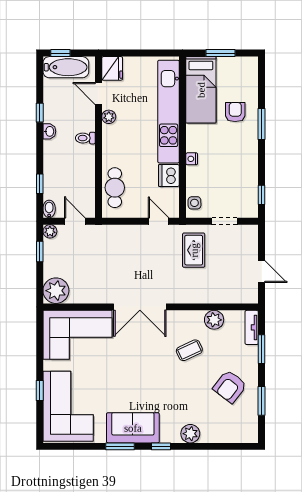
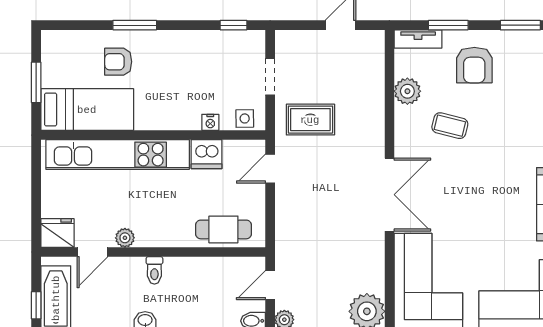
nightstand: (192, 159) -> (210, 122), moved
coffee table: (189, 350) -> (450, 126), turned -51
armchair: (230, 387) -> (474, 65), moved, turned 52

